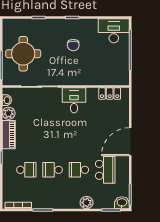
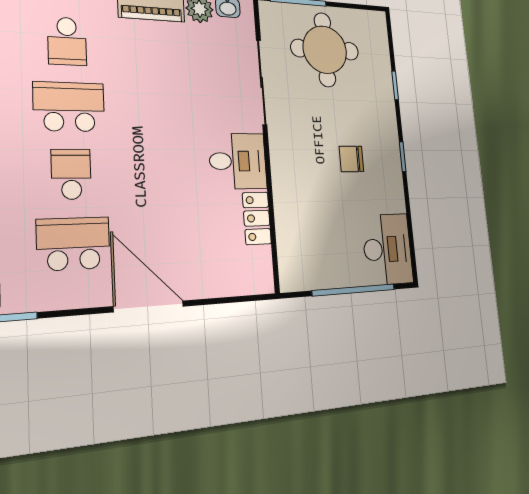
locker: (110, 94) -> (257, 218), moved
school desk: (53, 170) -> (69, 107), width x1.85
school desk: (105, 170) -> (73, 244), turned 180

